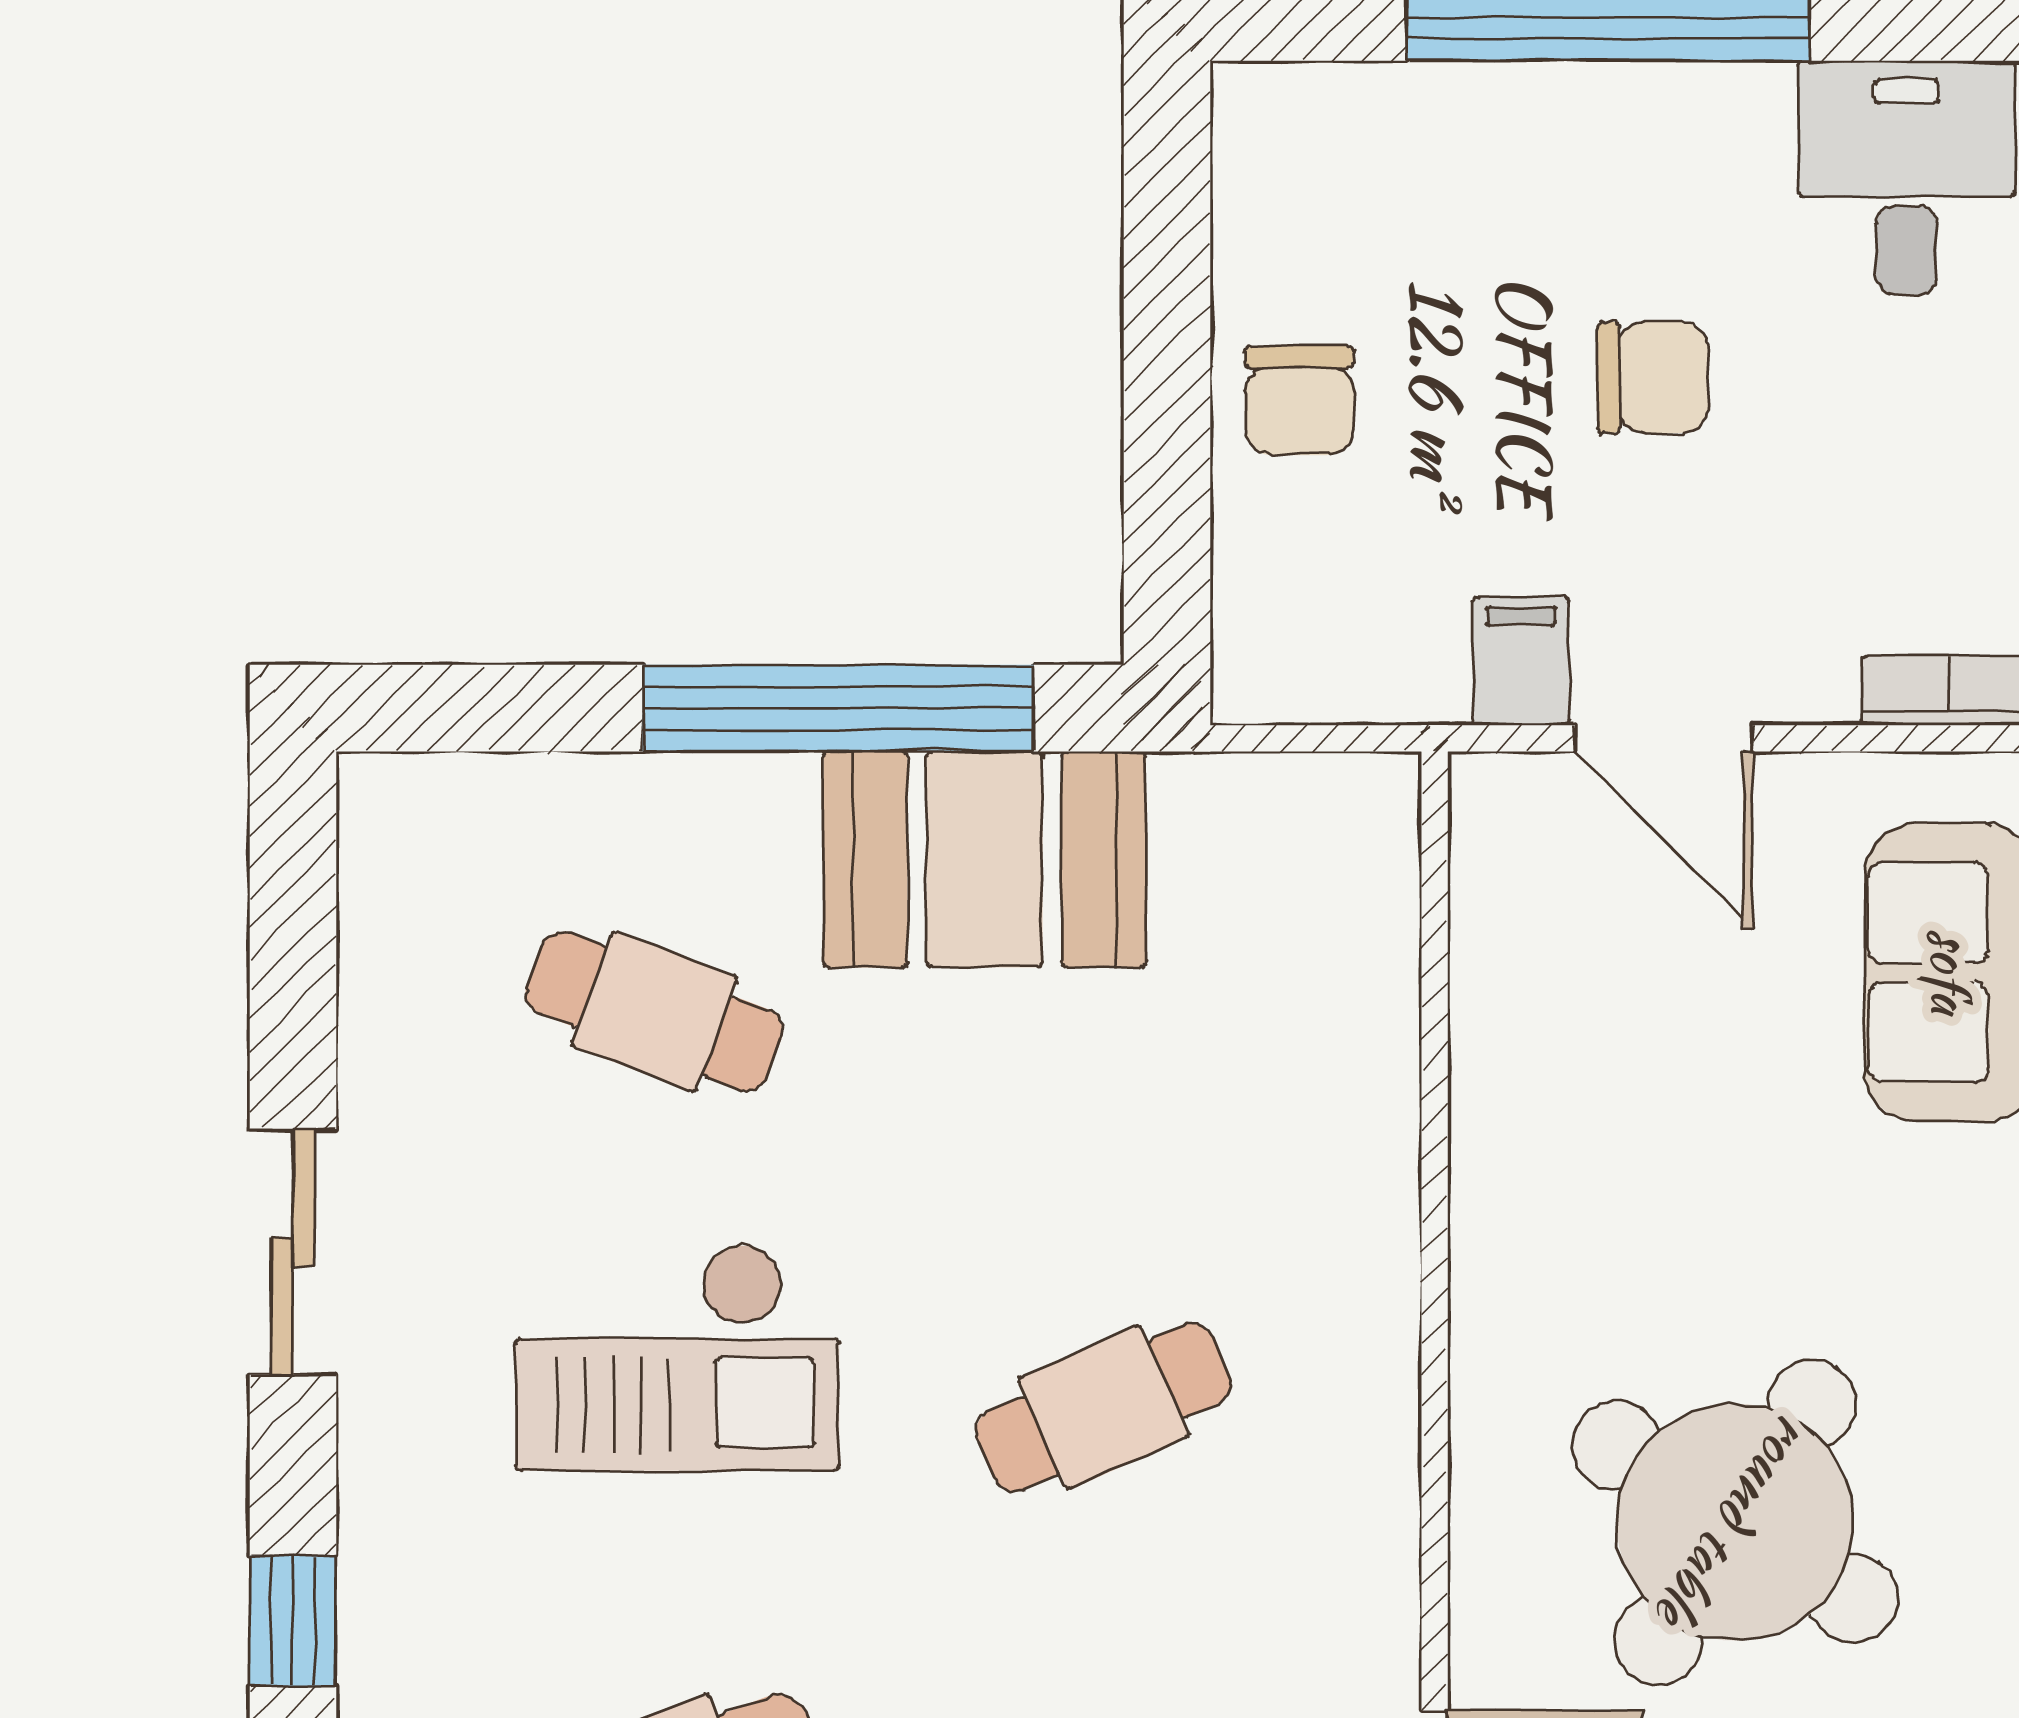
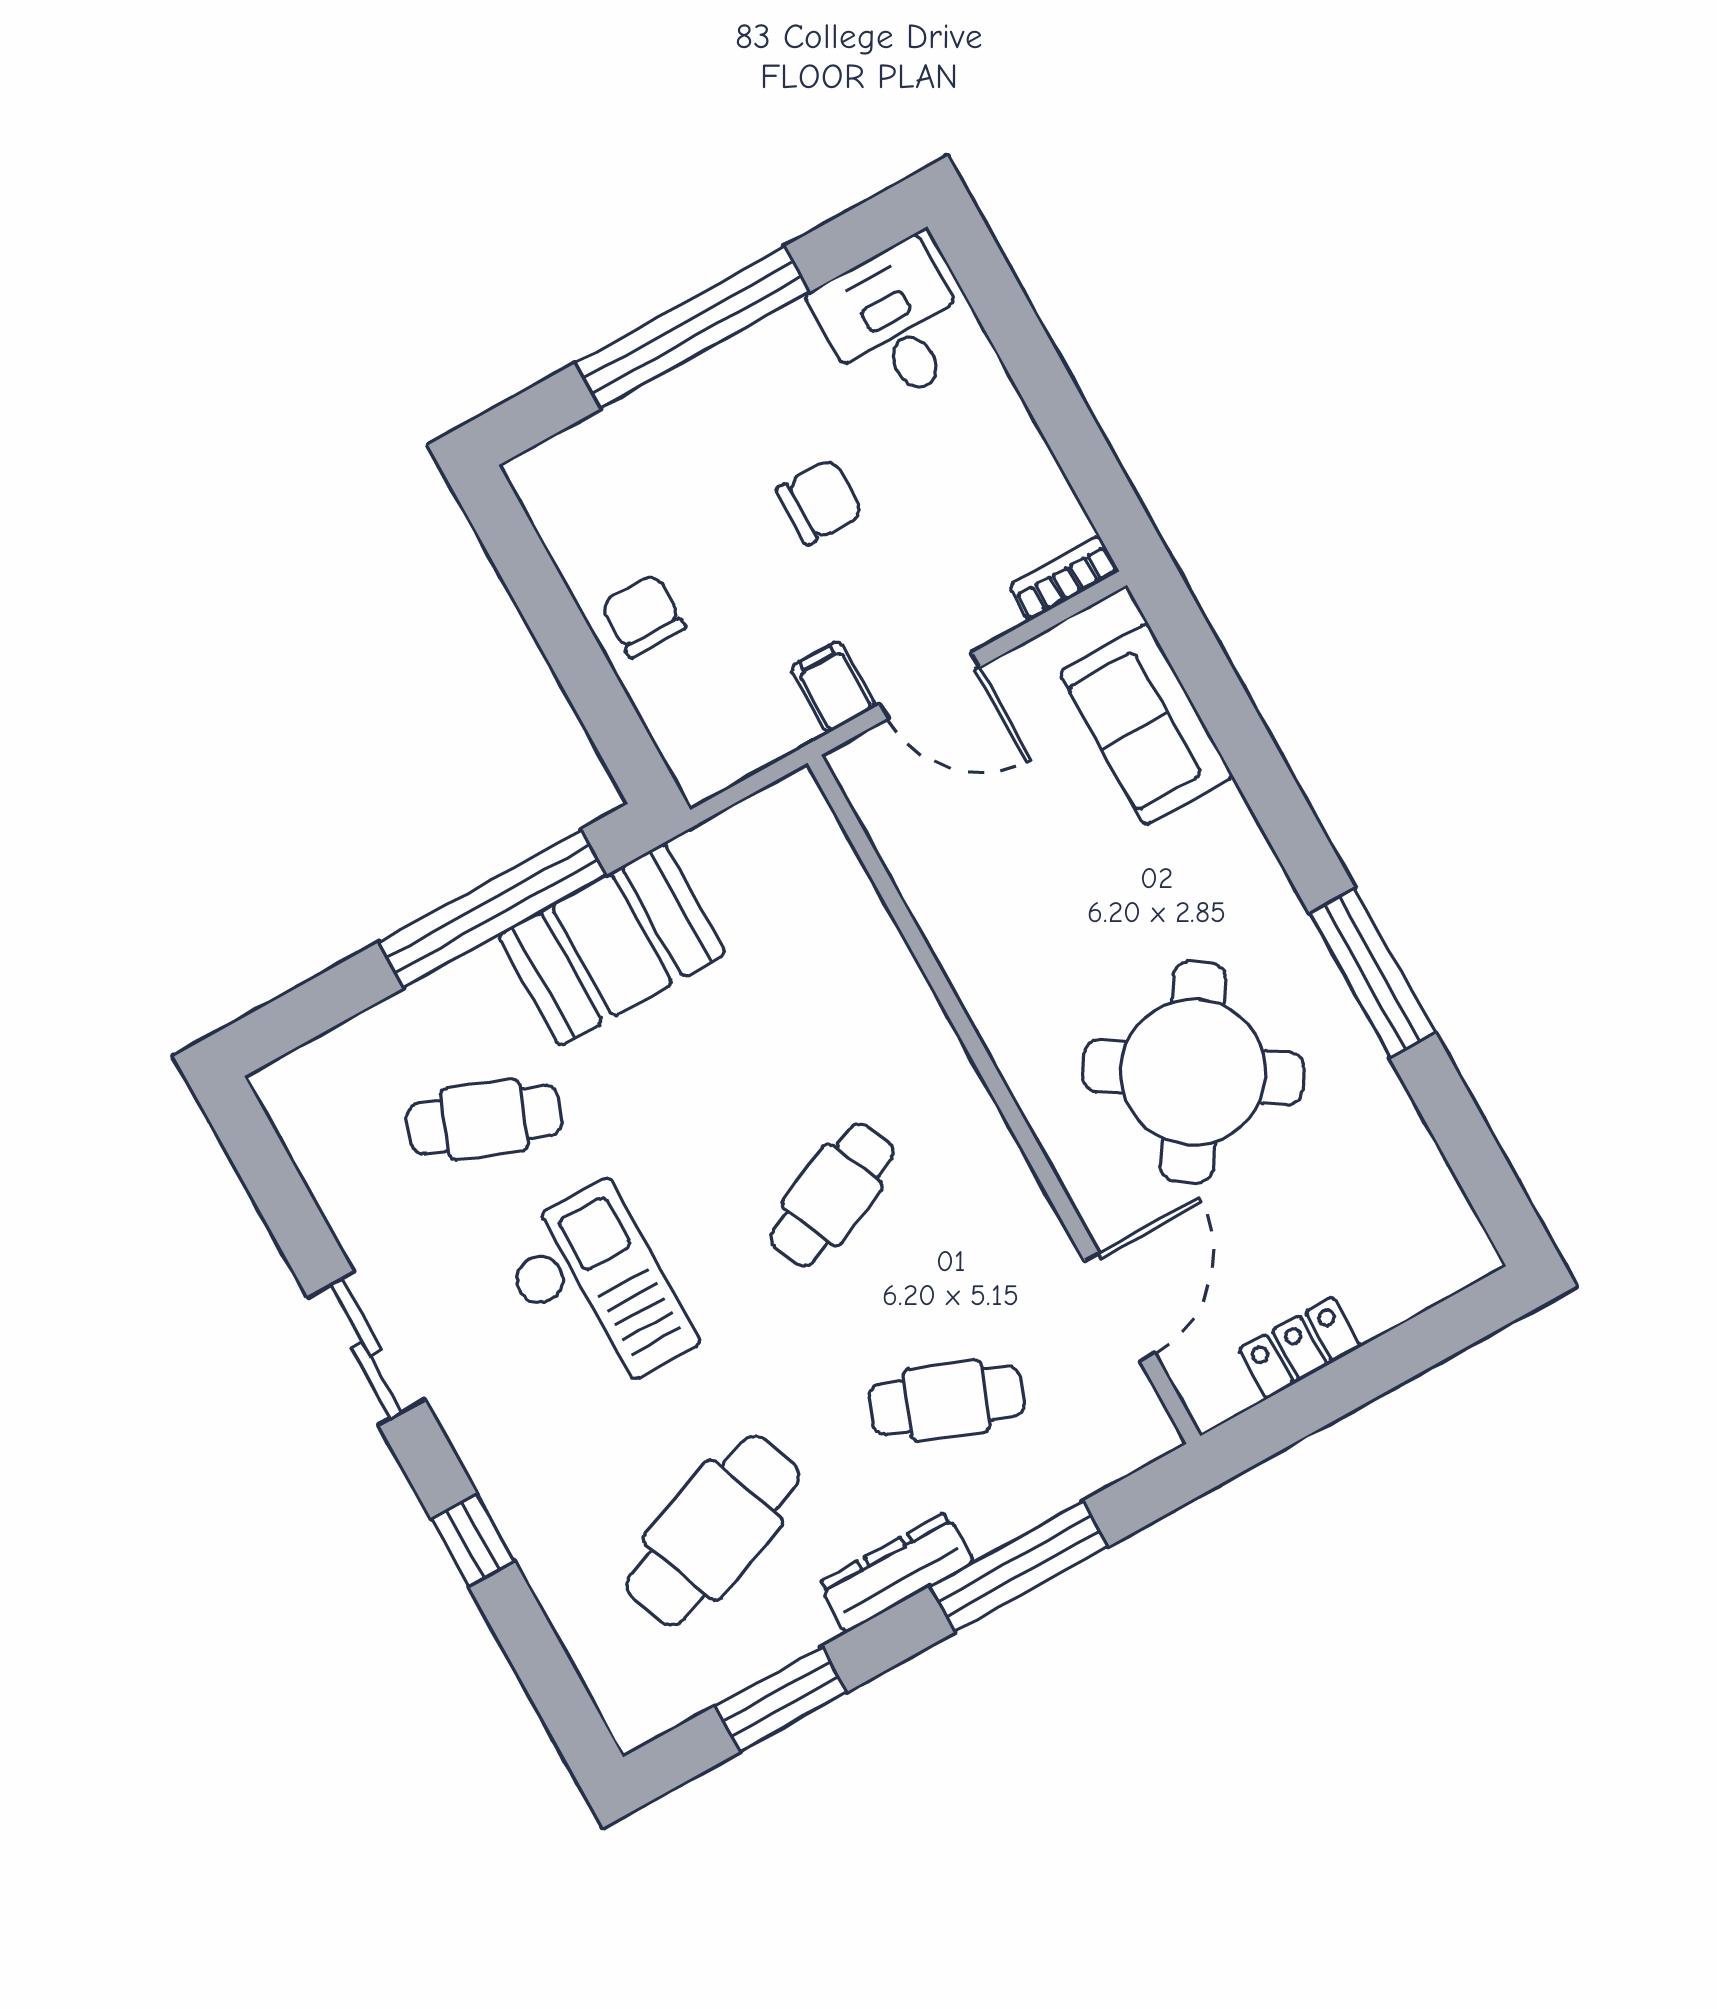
chair: (1299, 401) -> (643, 616), turned 180
checkout: (677, 1357) -> (596, 1292), turned -90

